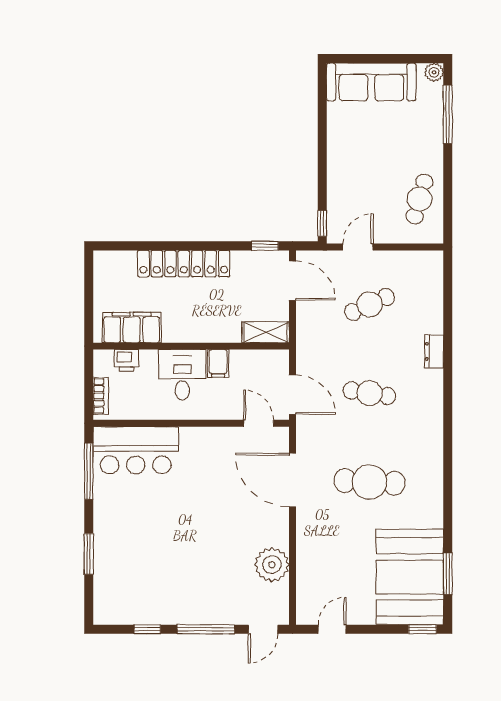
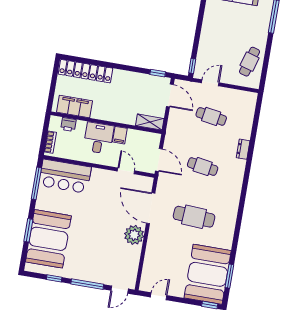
locker: (184, 264) -> (85, 71), moved
cafe table: (370, 304) -> (211, 116), turned 33
door: (259, 423) -> (126, 171), moved
booth: (126, 563) -> (48, 239), added
plant: (272, 565) -> (134, 235), moved

